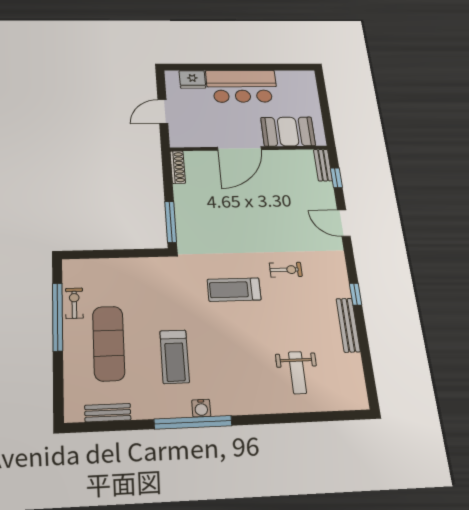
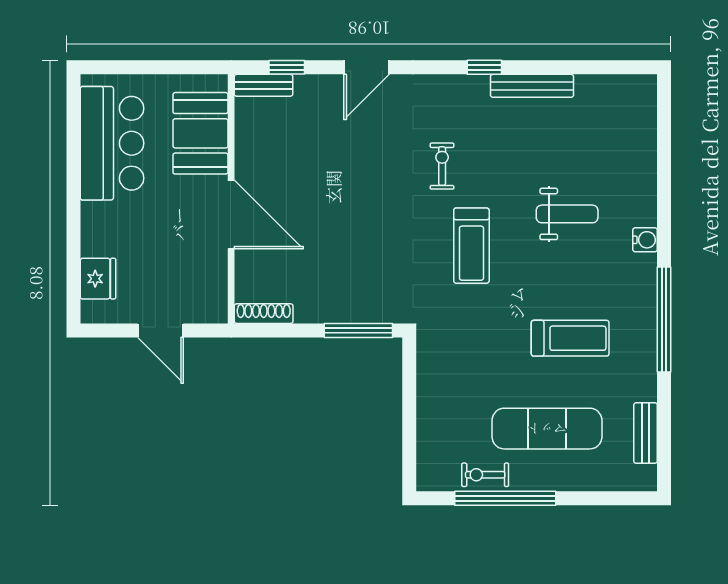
bar counter: (242, 86) -> (112, 143), moved
weight bench: (297, 373) -> (567, 214), moved
water cooler: (201, 408) -> (645, 240), moved

